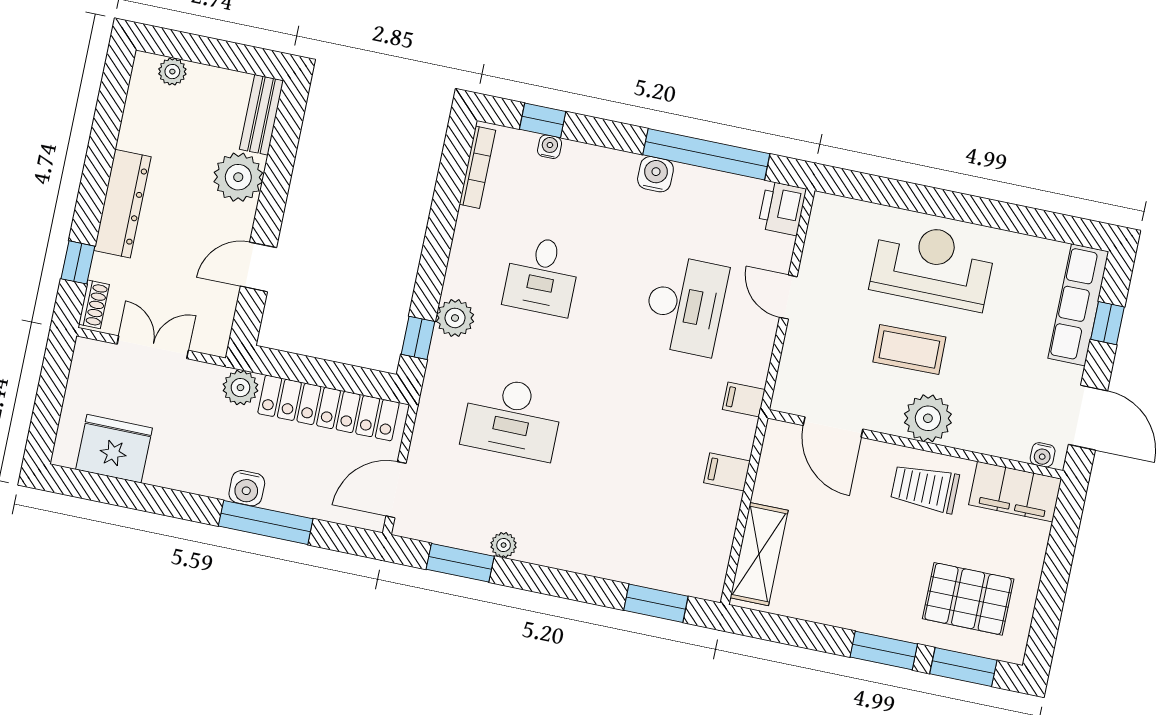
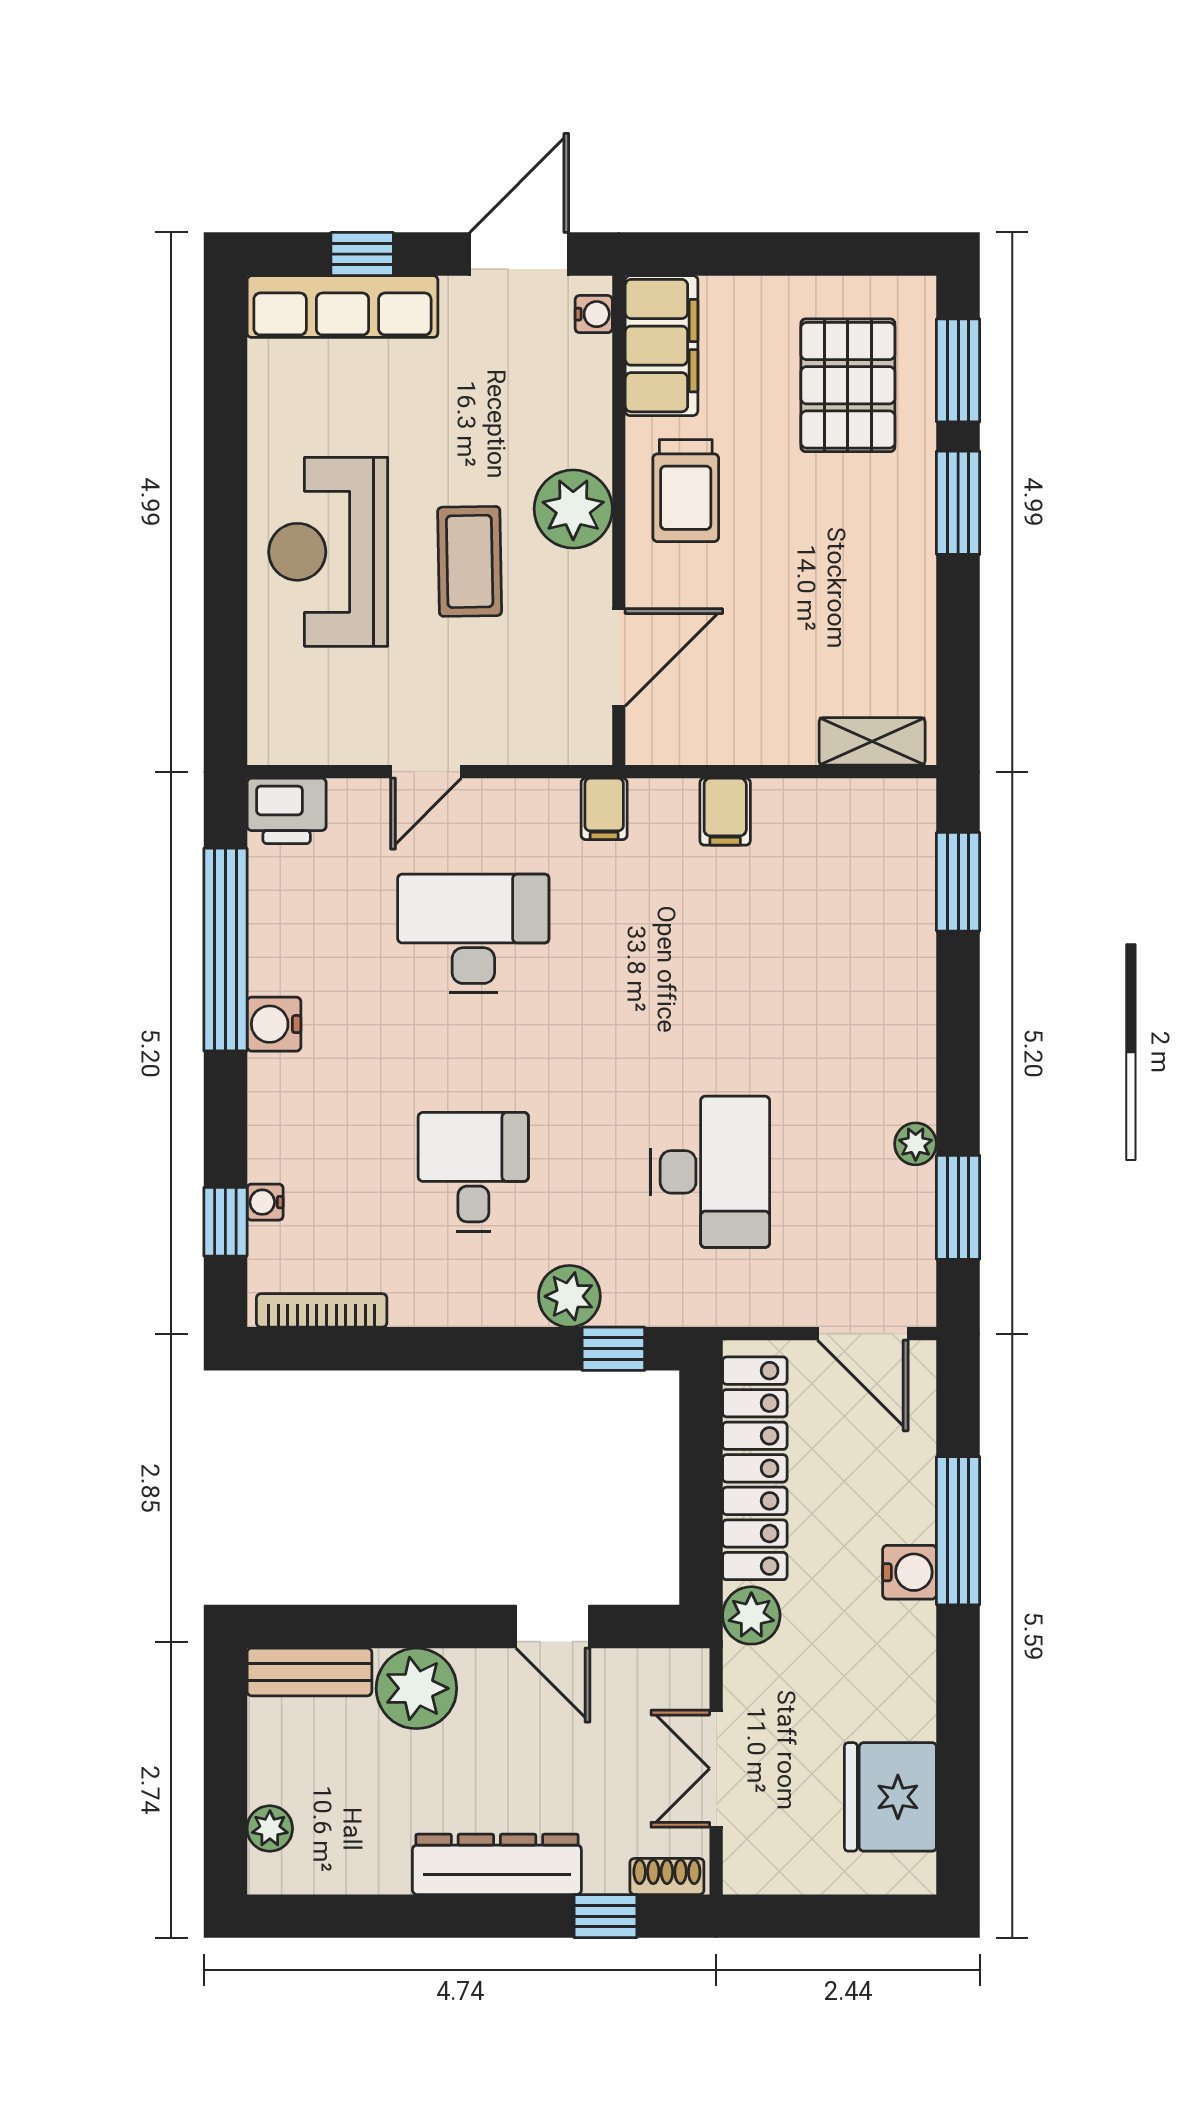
desk: (542, 276) -> (473, 1172), turned -90
shelving: (759, 554) -> (872, 741), width x0.67, depth x0.75

